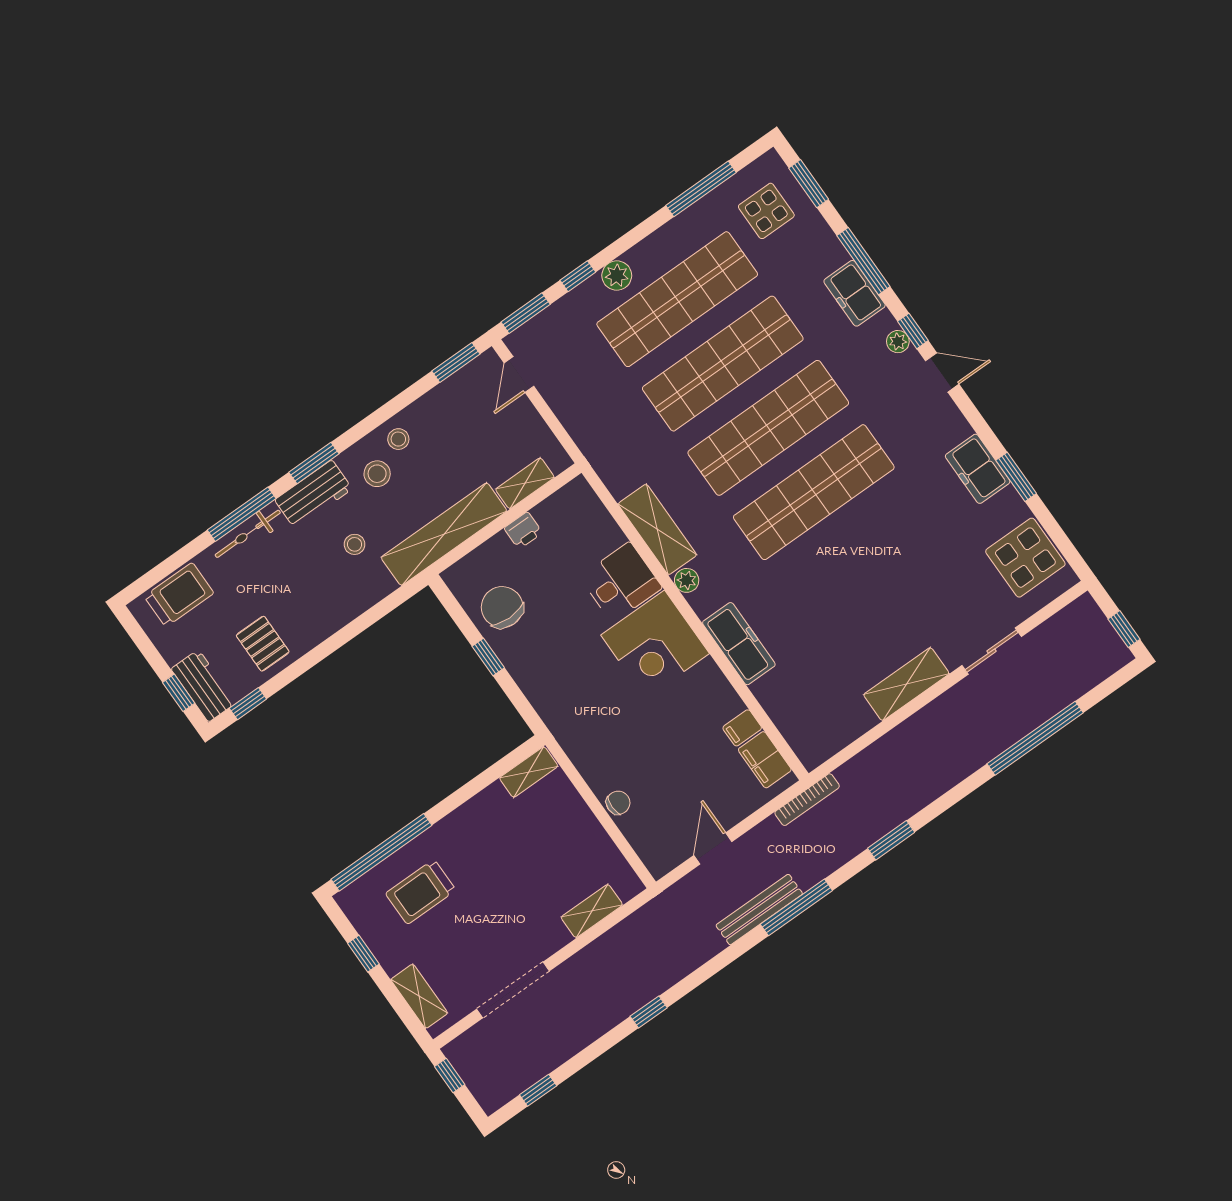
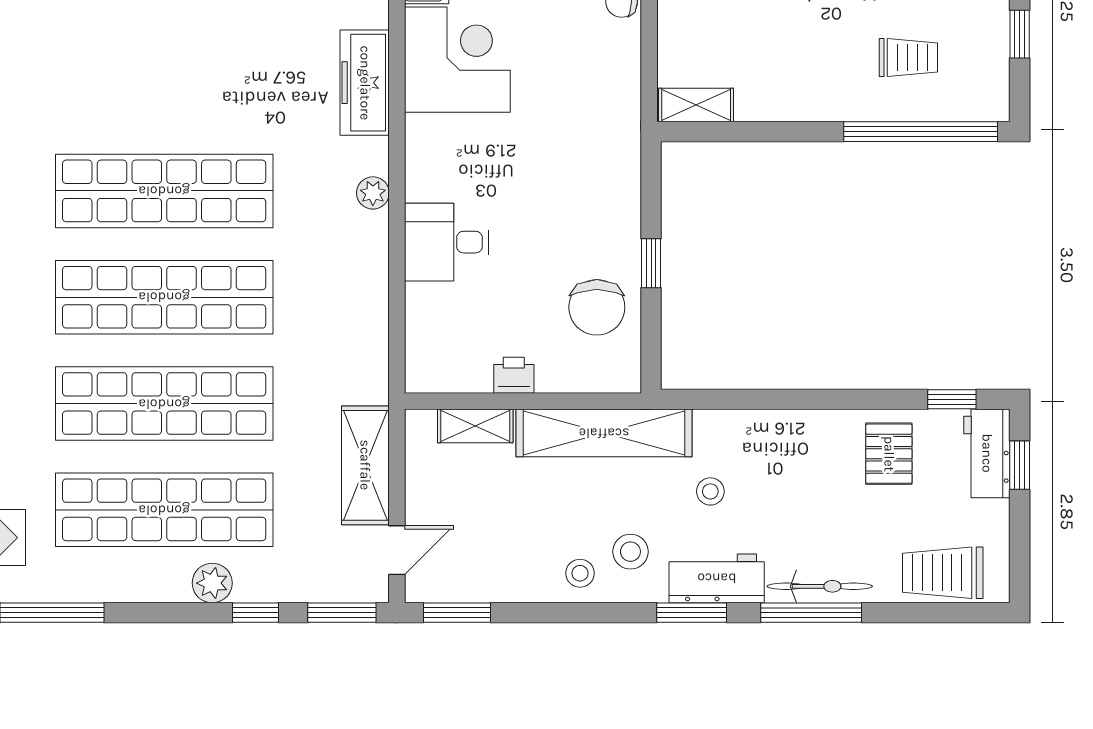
shelving: (657, 529) -> (365, 465), moved
corner desk: (655, 644) -> (457, 60), moved
trolley: (421, 892) -> (908, 57), width x0.73, depth x0.72

